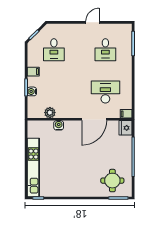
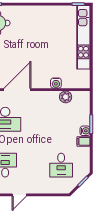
desk: (54, 50) -> (61, 165), turned 180
water cooler: (32, 91) -> (85, 131), moved

